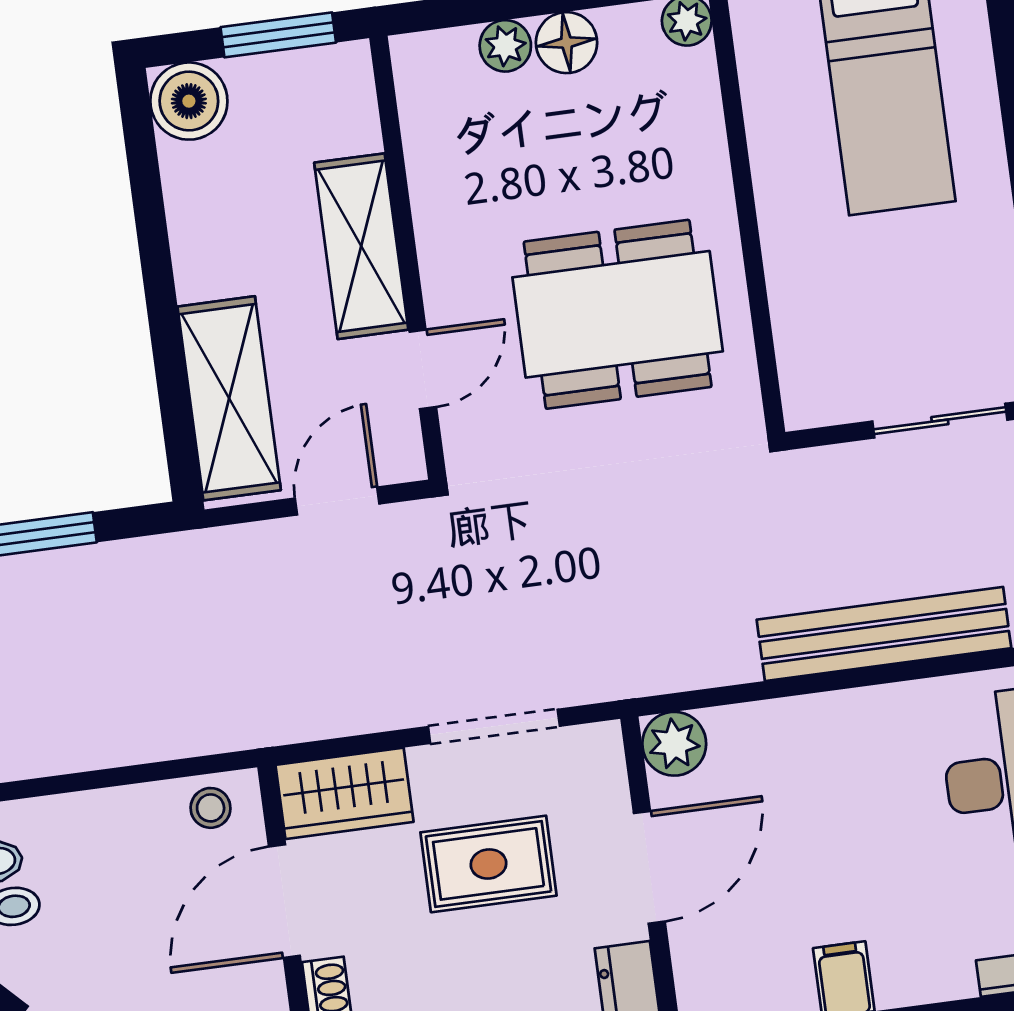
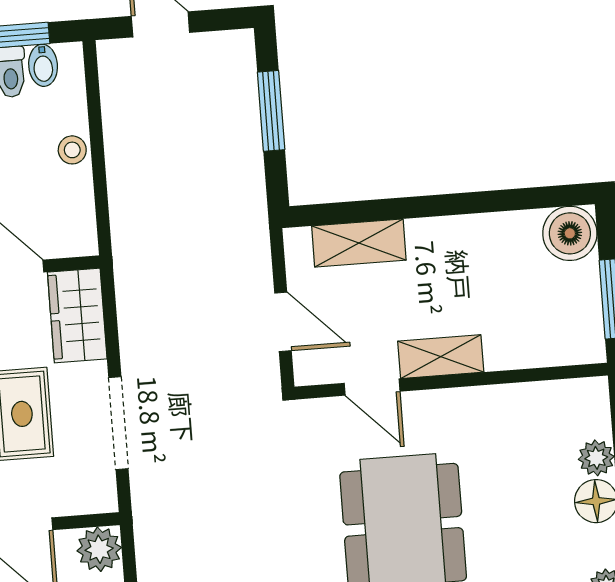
shelving: (361, 246) -> (441, 357), width x0.67, depth x0.75
shelving: (229, 398) -> (359, 243), width x0.67, depth x0.75
stool: (211, 808) -> (72, 150), moved

